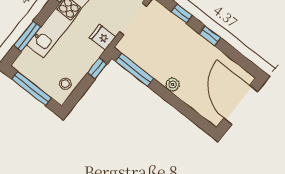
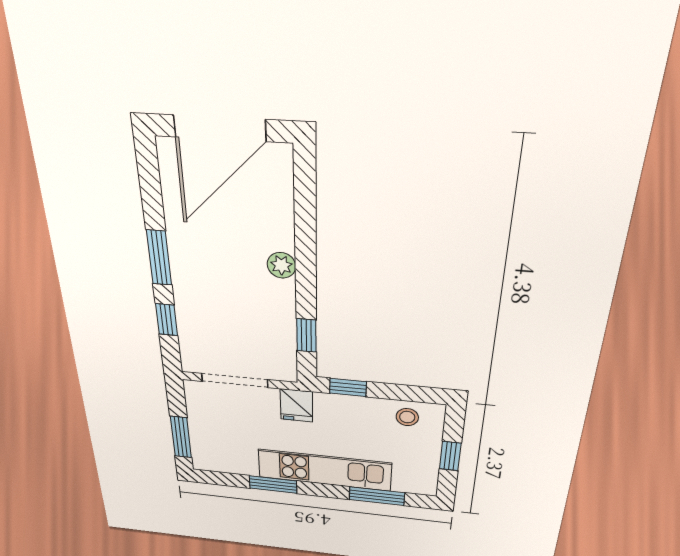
window: (210, 36) -> (159, 258), width x1.50
window: (135, 70) -> (306, 335), width x0.46
window: (31, 88) -> (450, 456), width x0.46

